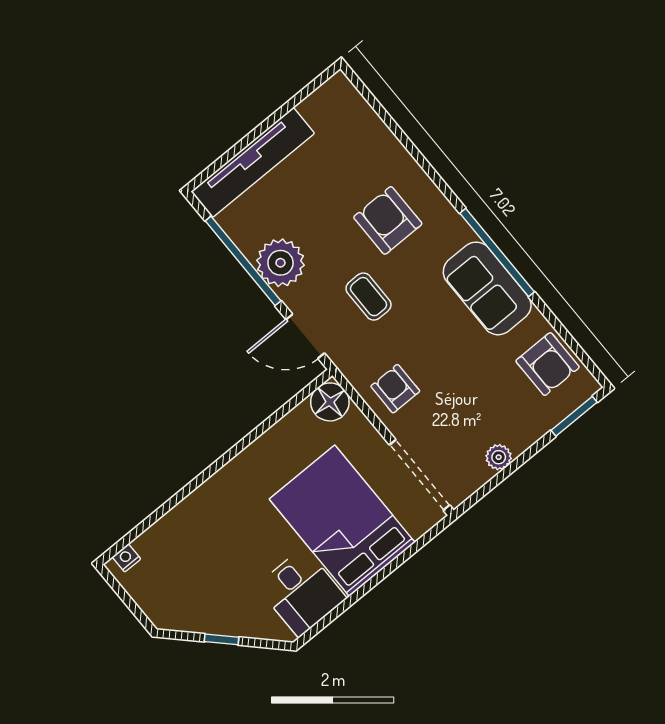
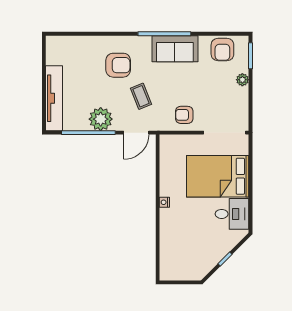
armchair: (388, 220) -> (118, 65), turned 180
coffee table: (369, 297) -> (141, 96), turned 68
armchair: (548, 364) -> (222, 50), turned 90
floor lamp: (330, 402) -> (169, 144), removed
plant: (499, 457) -> (242, 80), moved
nightstand: (126, 558) -> (164, 202), moved

